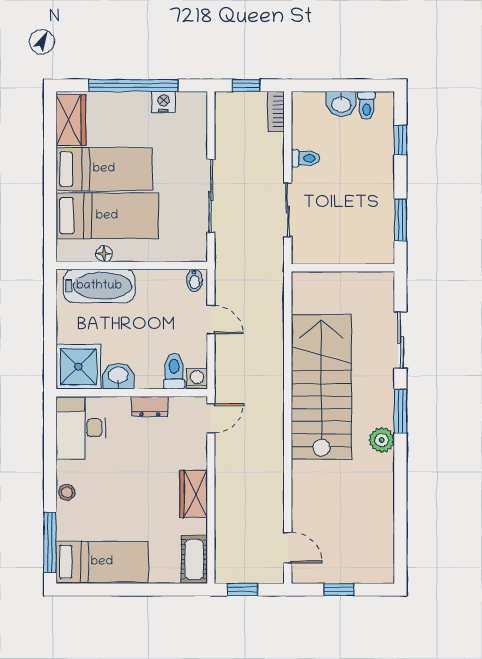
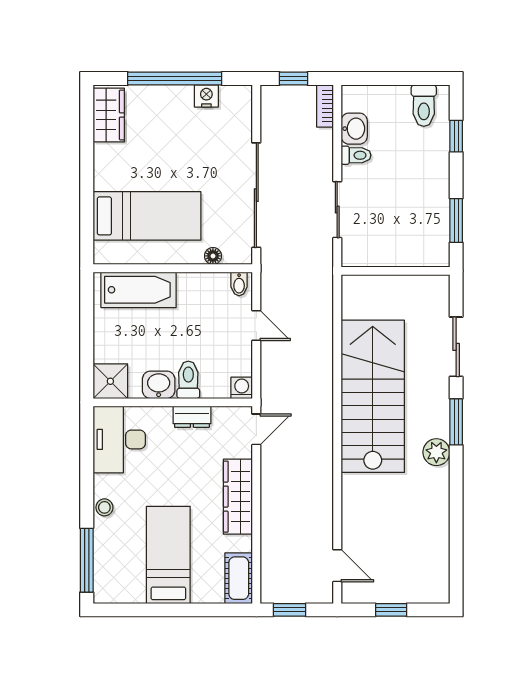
washbasin: (341, 104) -> (354, 129), moved, turned -90
toilet: (367, 106) -> (424, 106), width x1.37, depth x1.39
bed: (104, 169) -> (144, 167), removed
sliding door: (211, 196) -> (256, 195), width x1.36
floor lamp: (104, 254) -> (213, 256), moved
shower: (78, 367) -> (110, 381), width x0.73, depth x0.73
toilet: (174, 371) -> (188, 380), moved
wardrobe: (193, 494) -> (238, 497), width x1.50
bed: (102, 562) -> (168, 555), moved, turned -90

